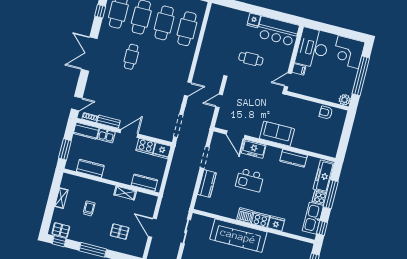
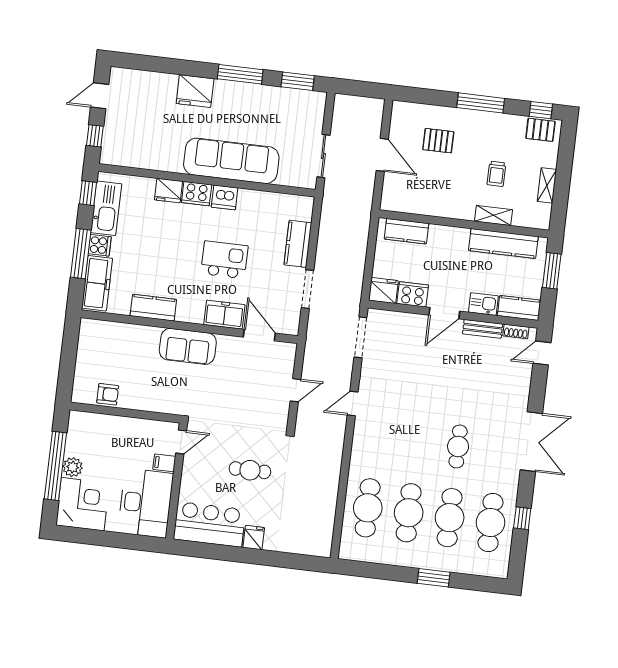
plant: (345, 100) -> (73, 467), moved
kitchen counter: (90, 168) -> (503, 244), width x1.50
shelving: (125, 193) -> (493, 215), moved

